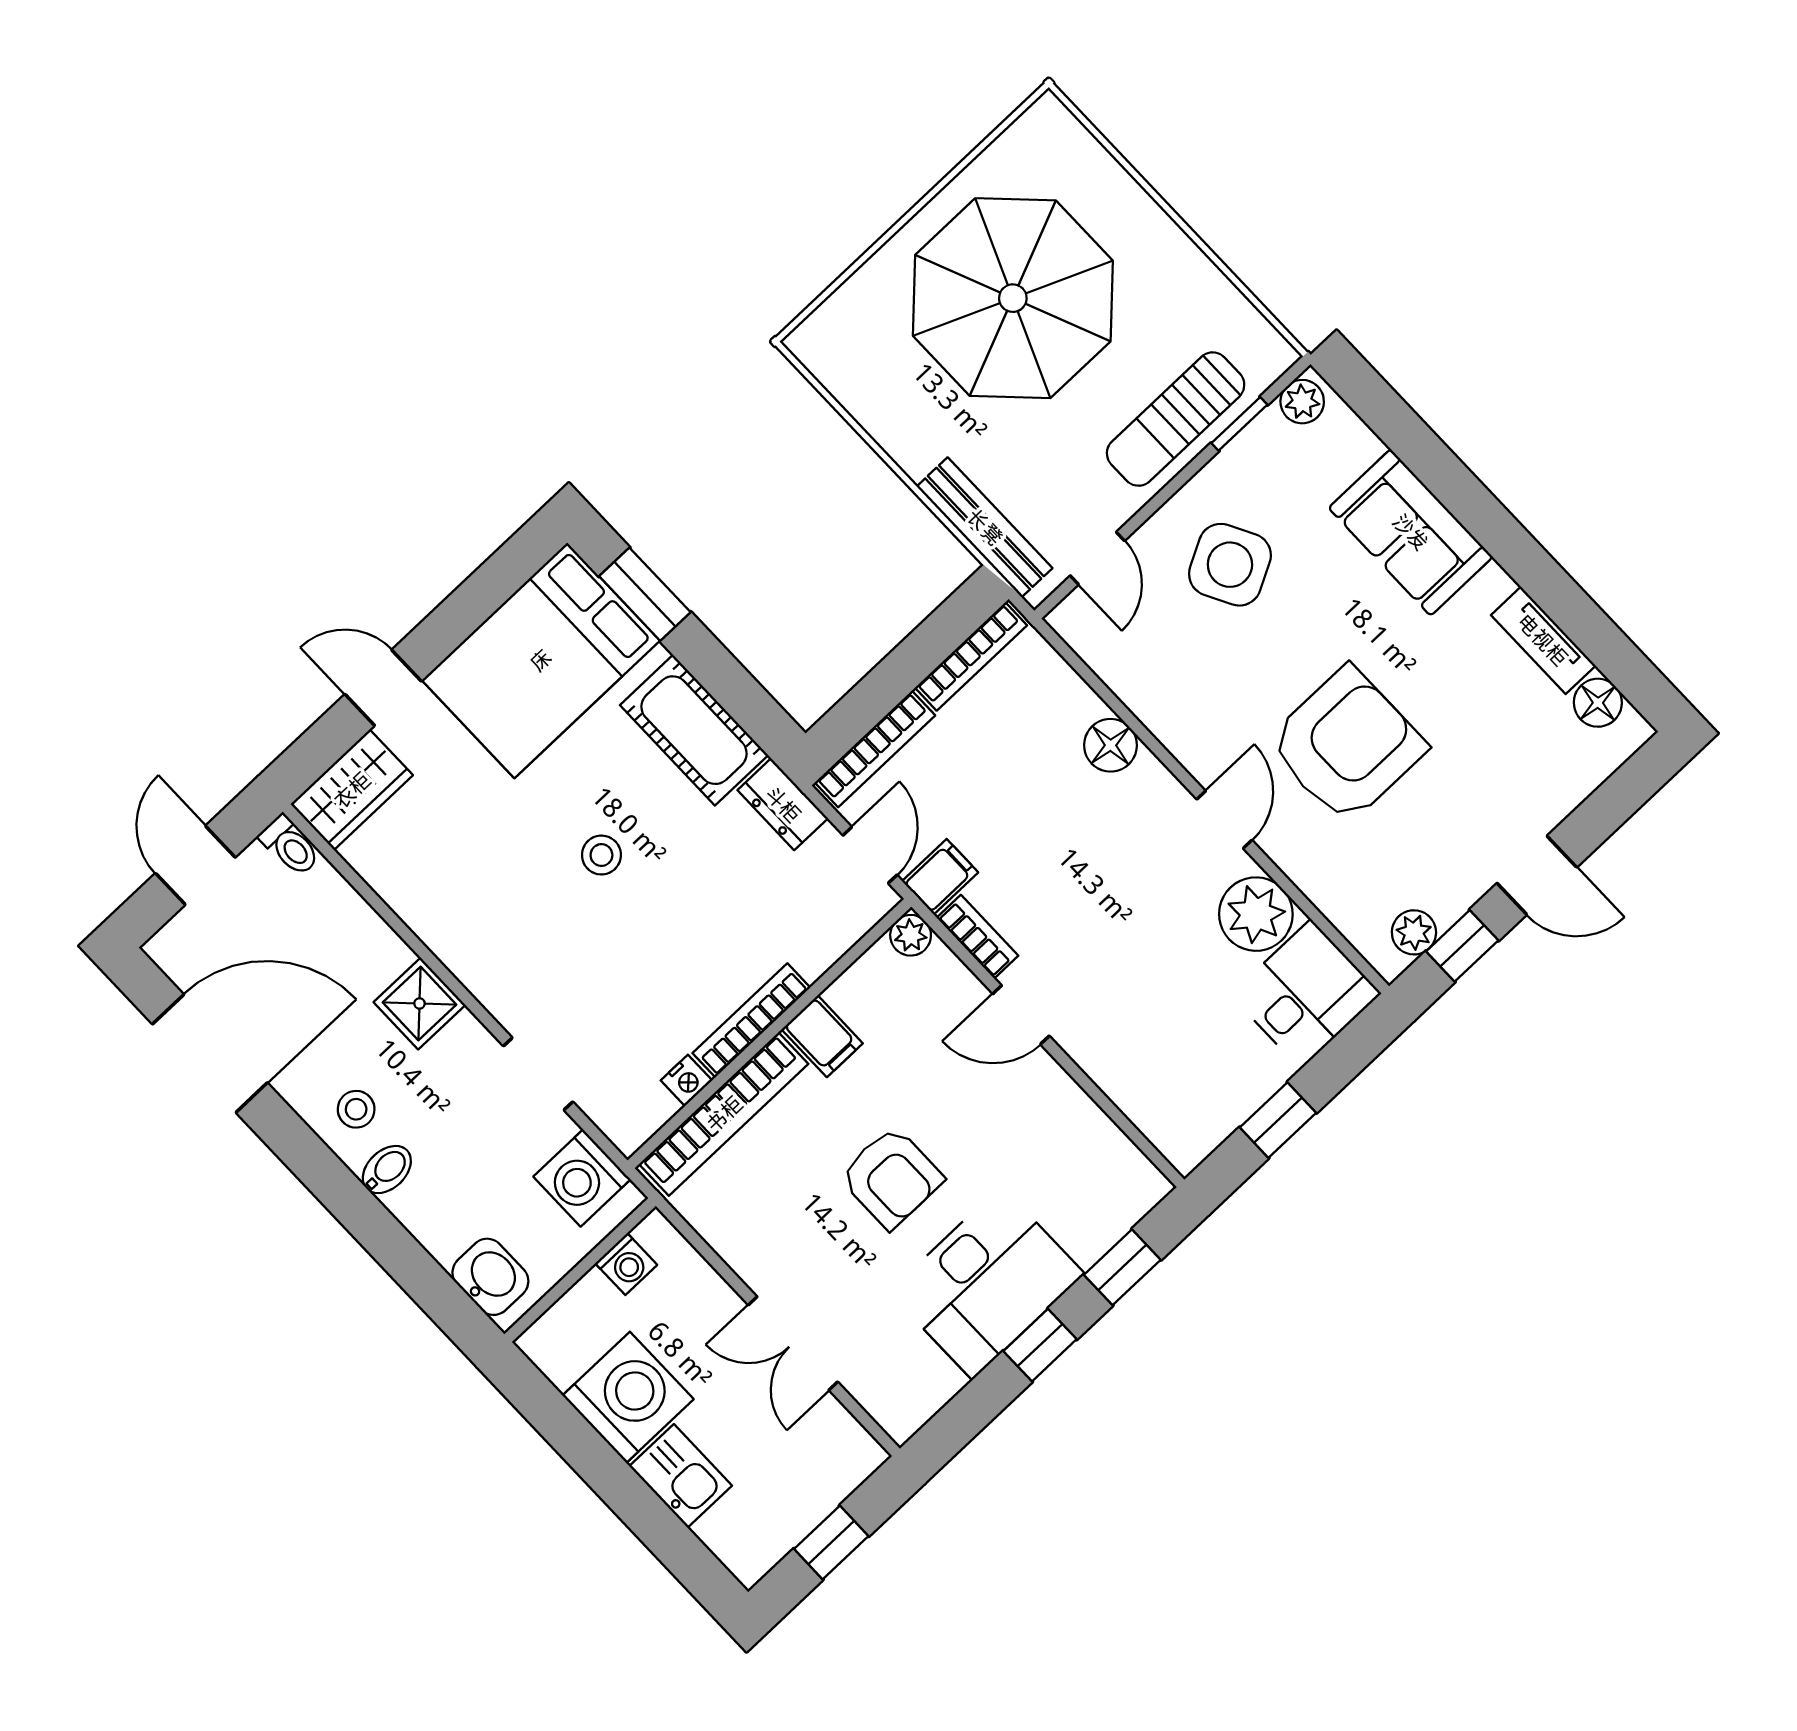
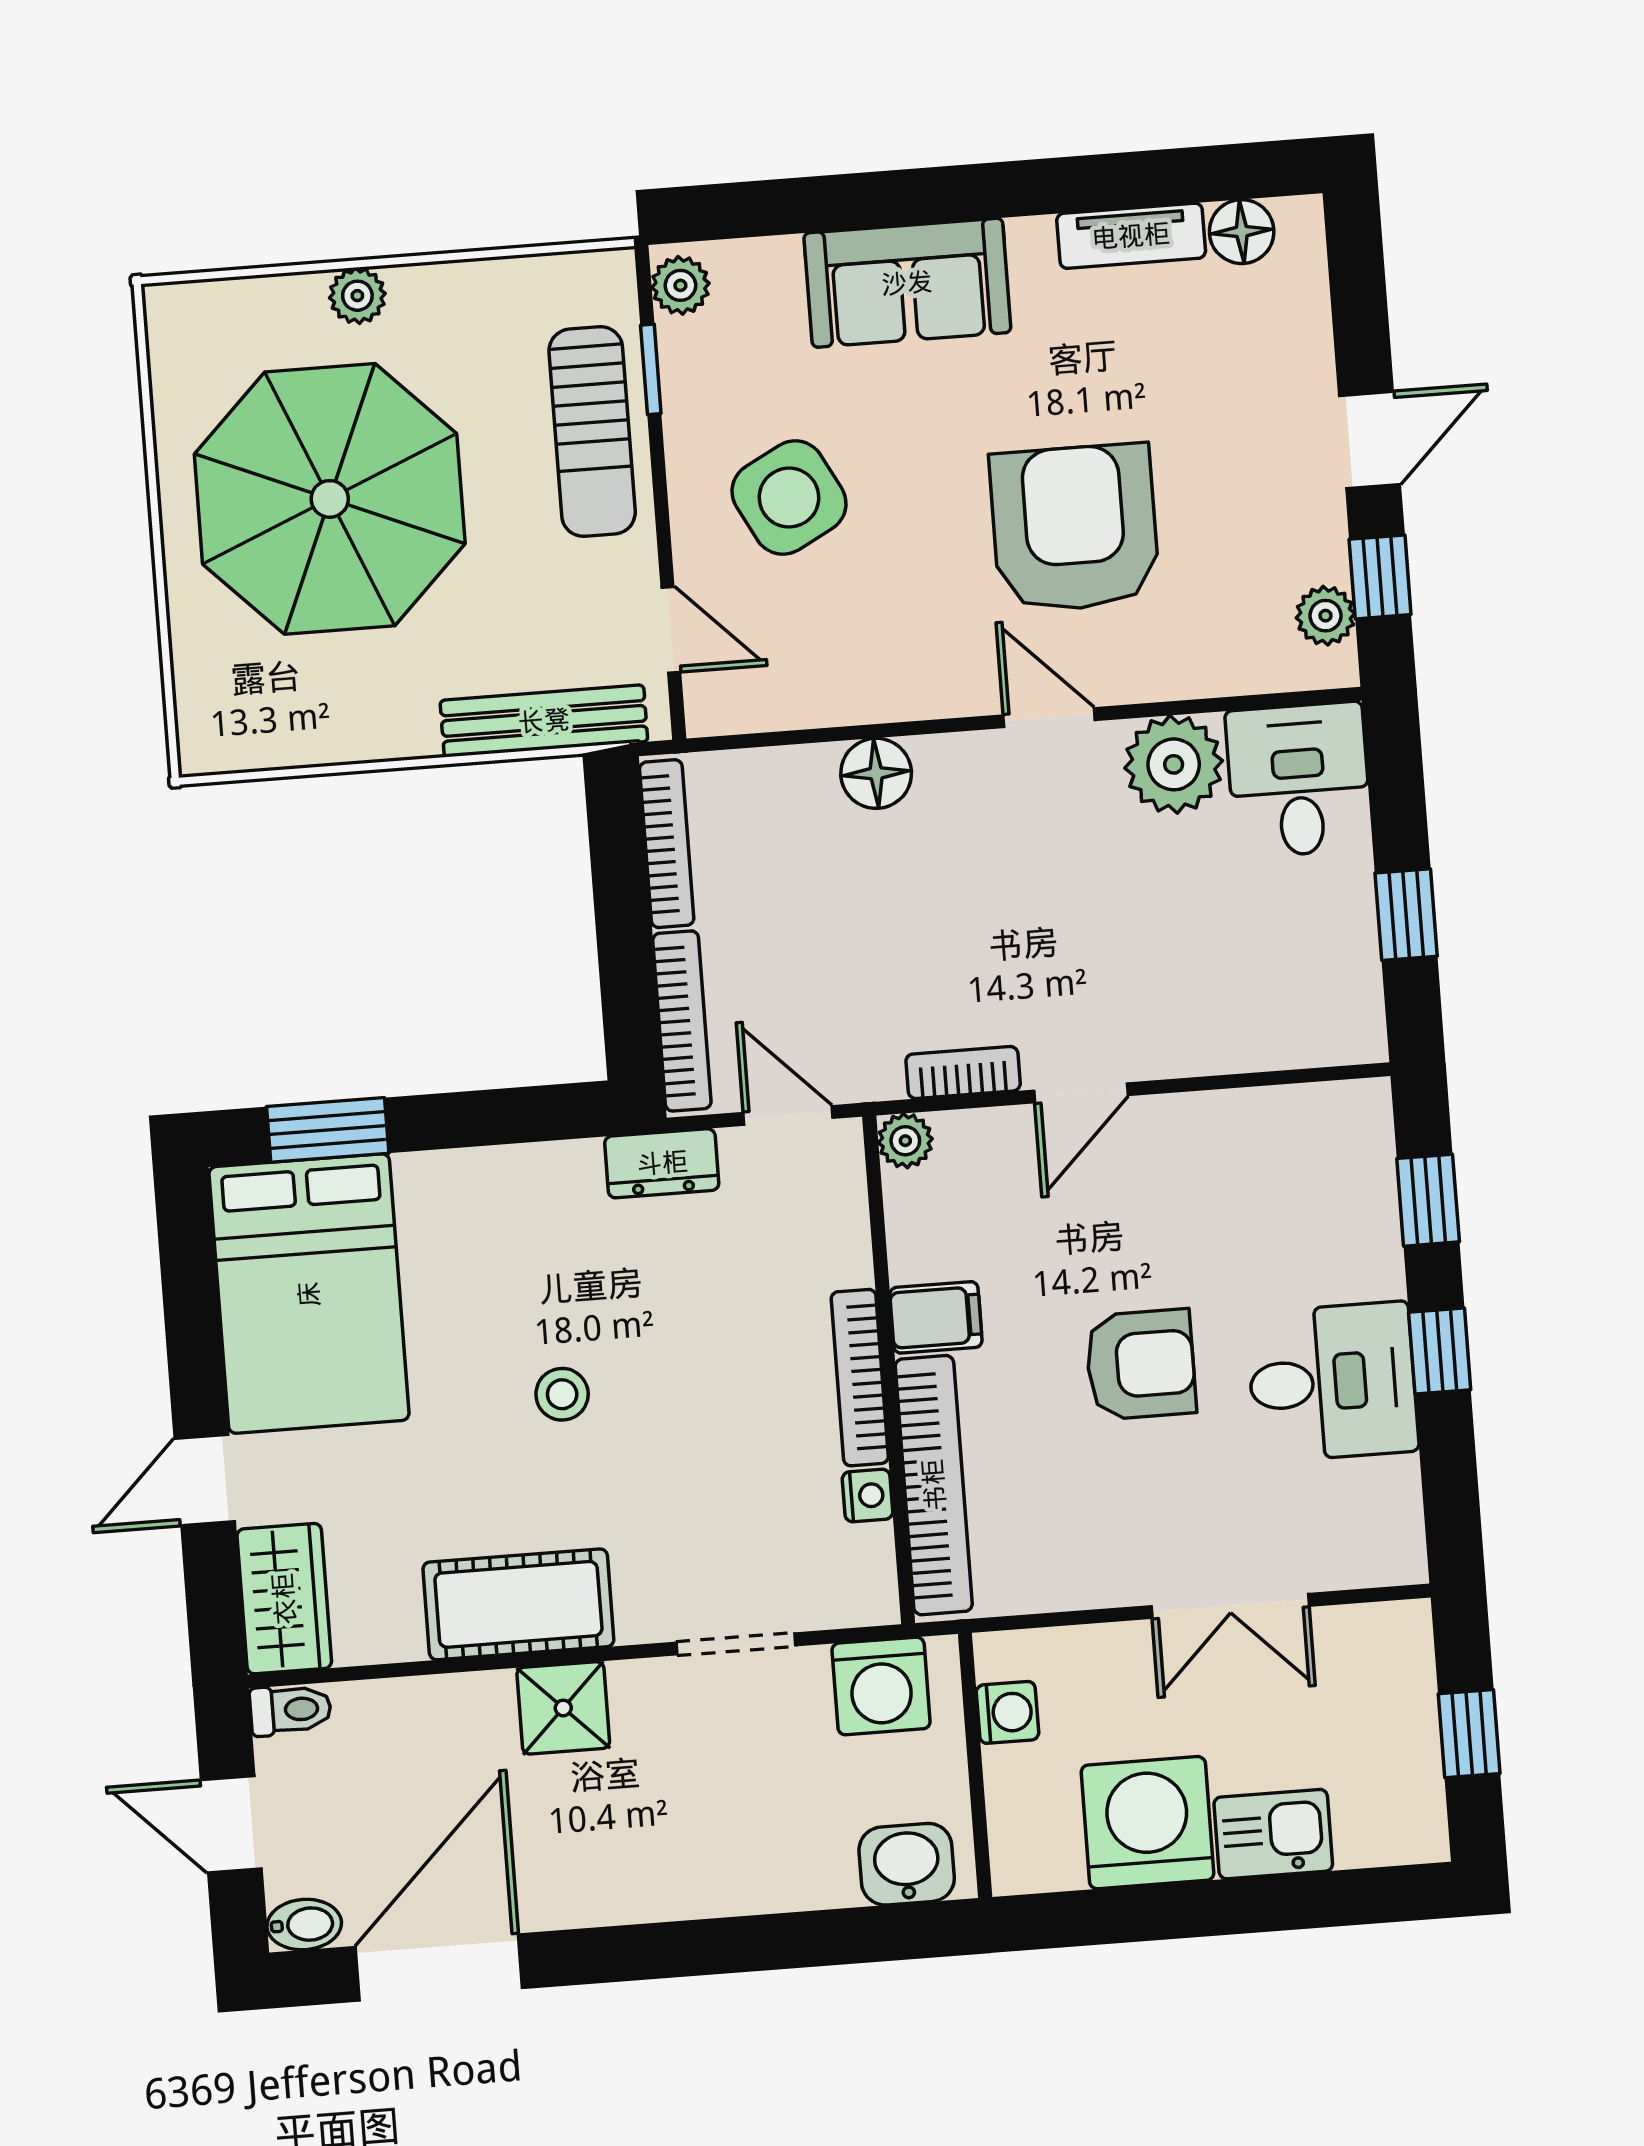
plant: (1144, 218) -> (357, 296), added
cot: (694, 730) -> (518, 1604), moved
filing cabinet: (940, 877) -> (869, 1061), removed
stool: (356, 1109) -> (620, 1863), removed
bidet: (387, 1170) -> (304, 1925), moved, turned 90
desk: (987, 1283) -> (1332, 1382), width x0.73

